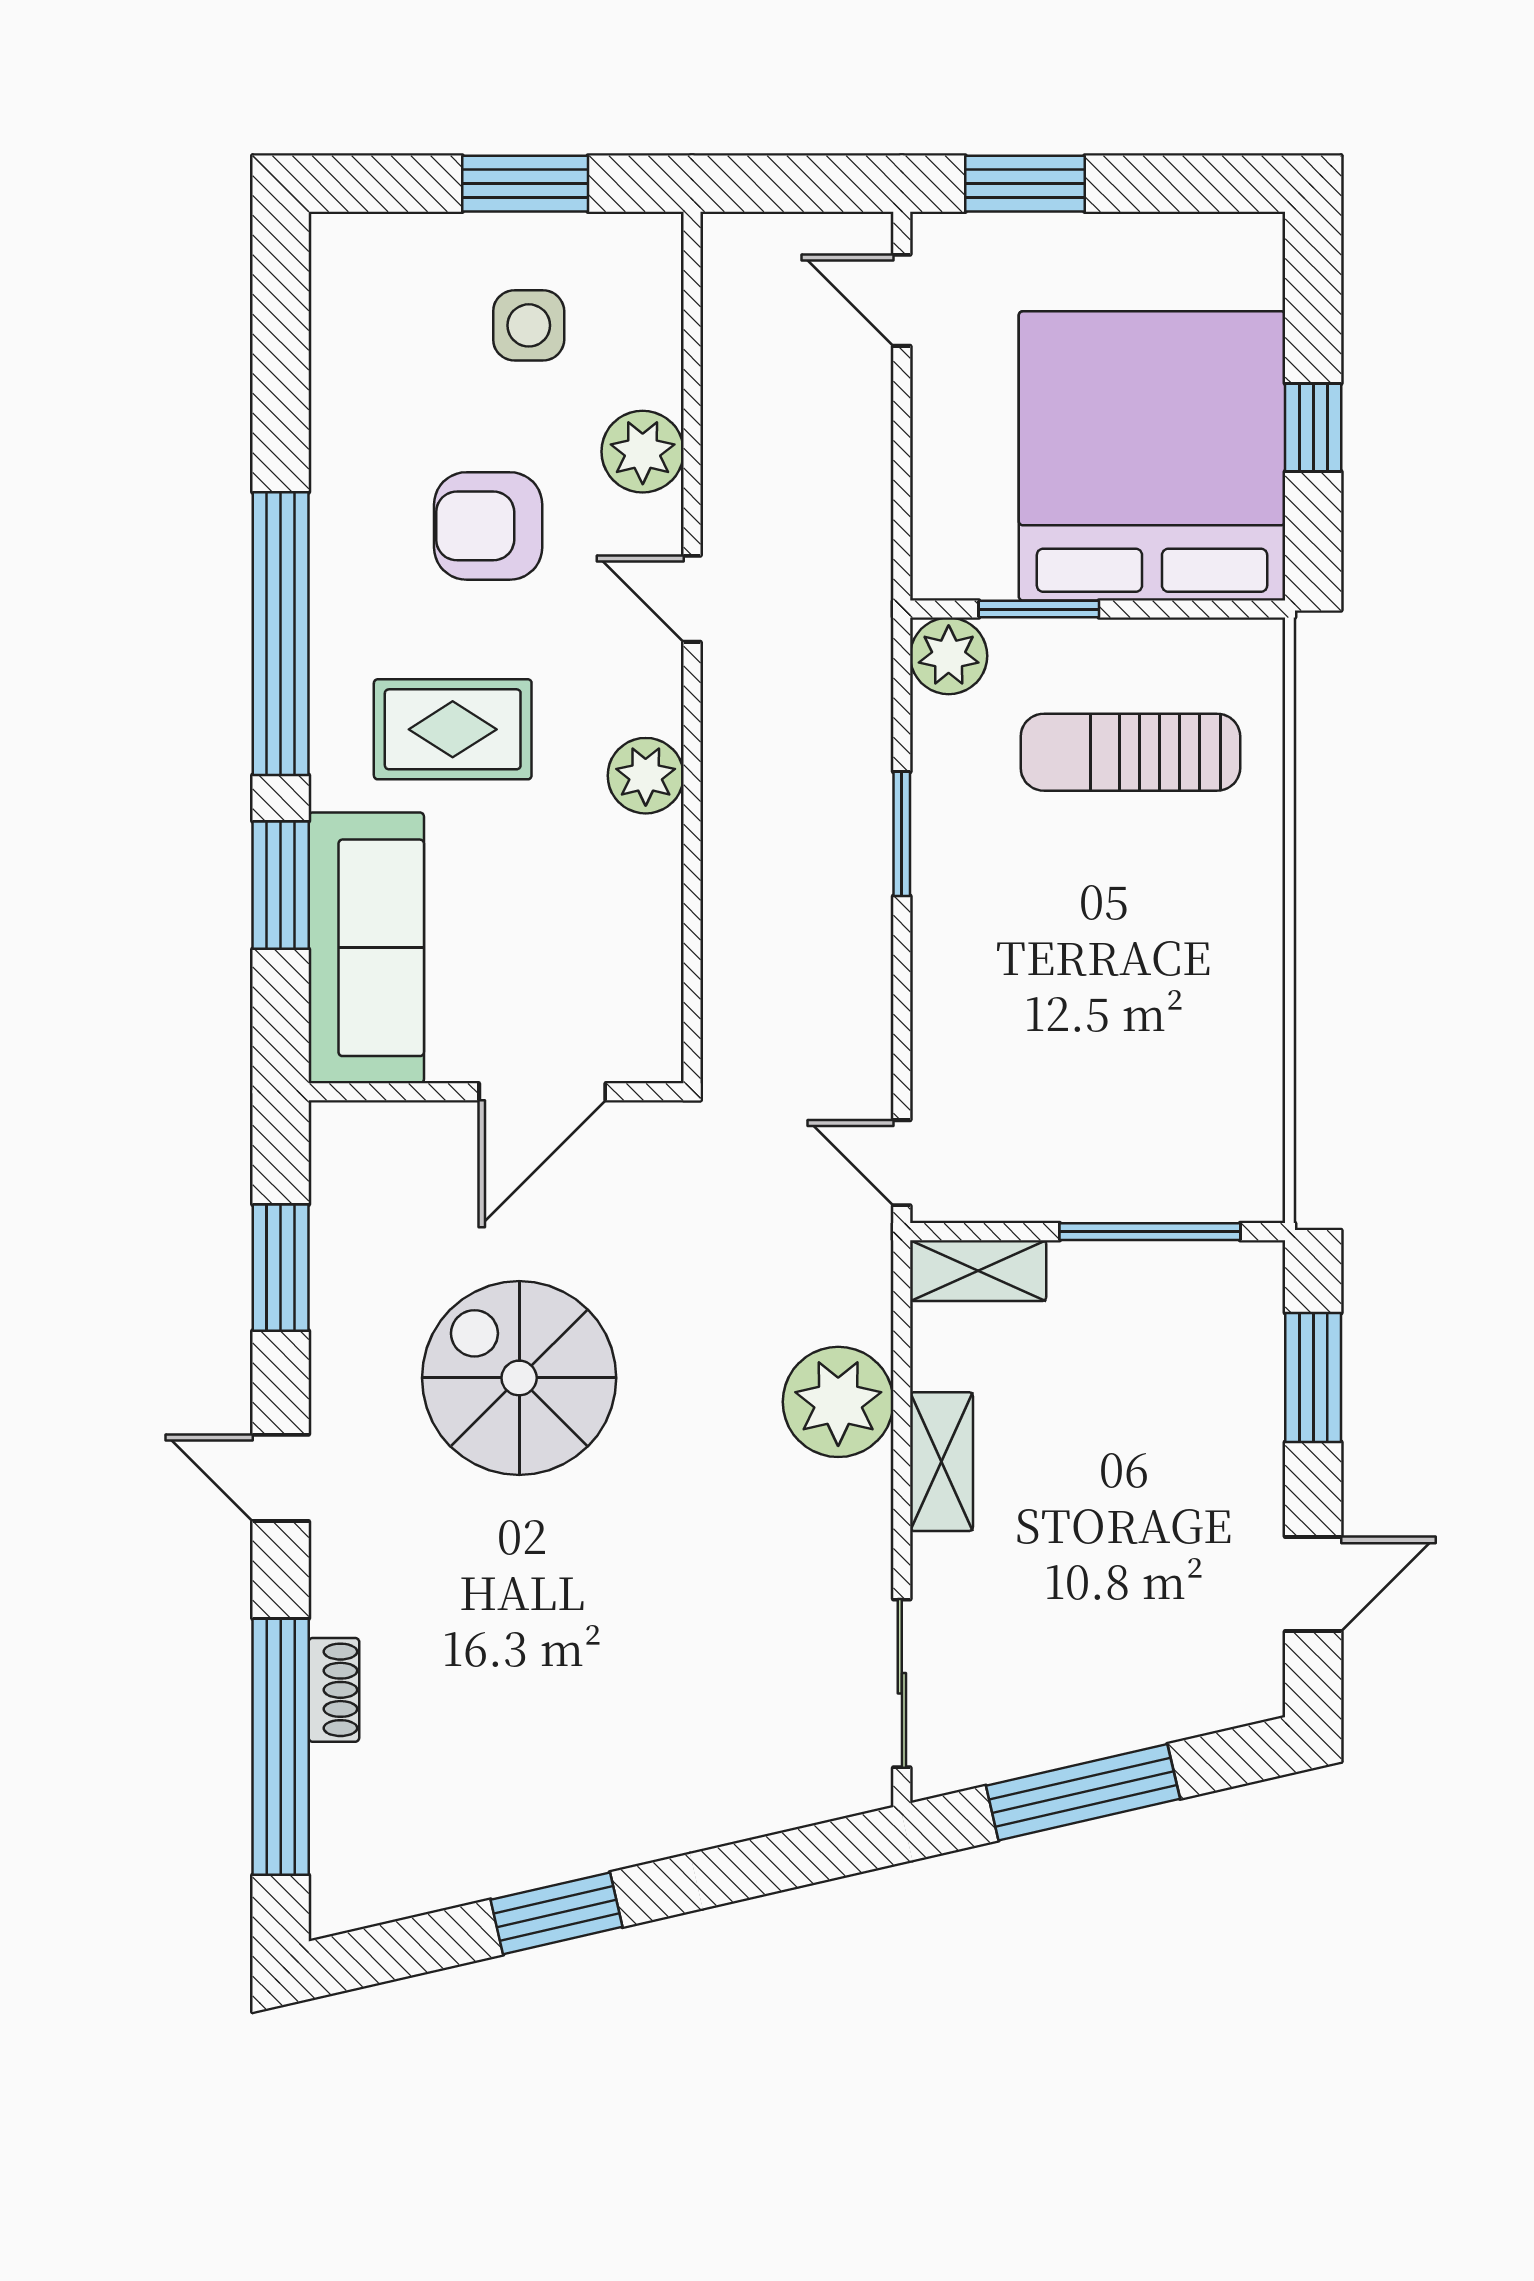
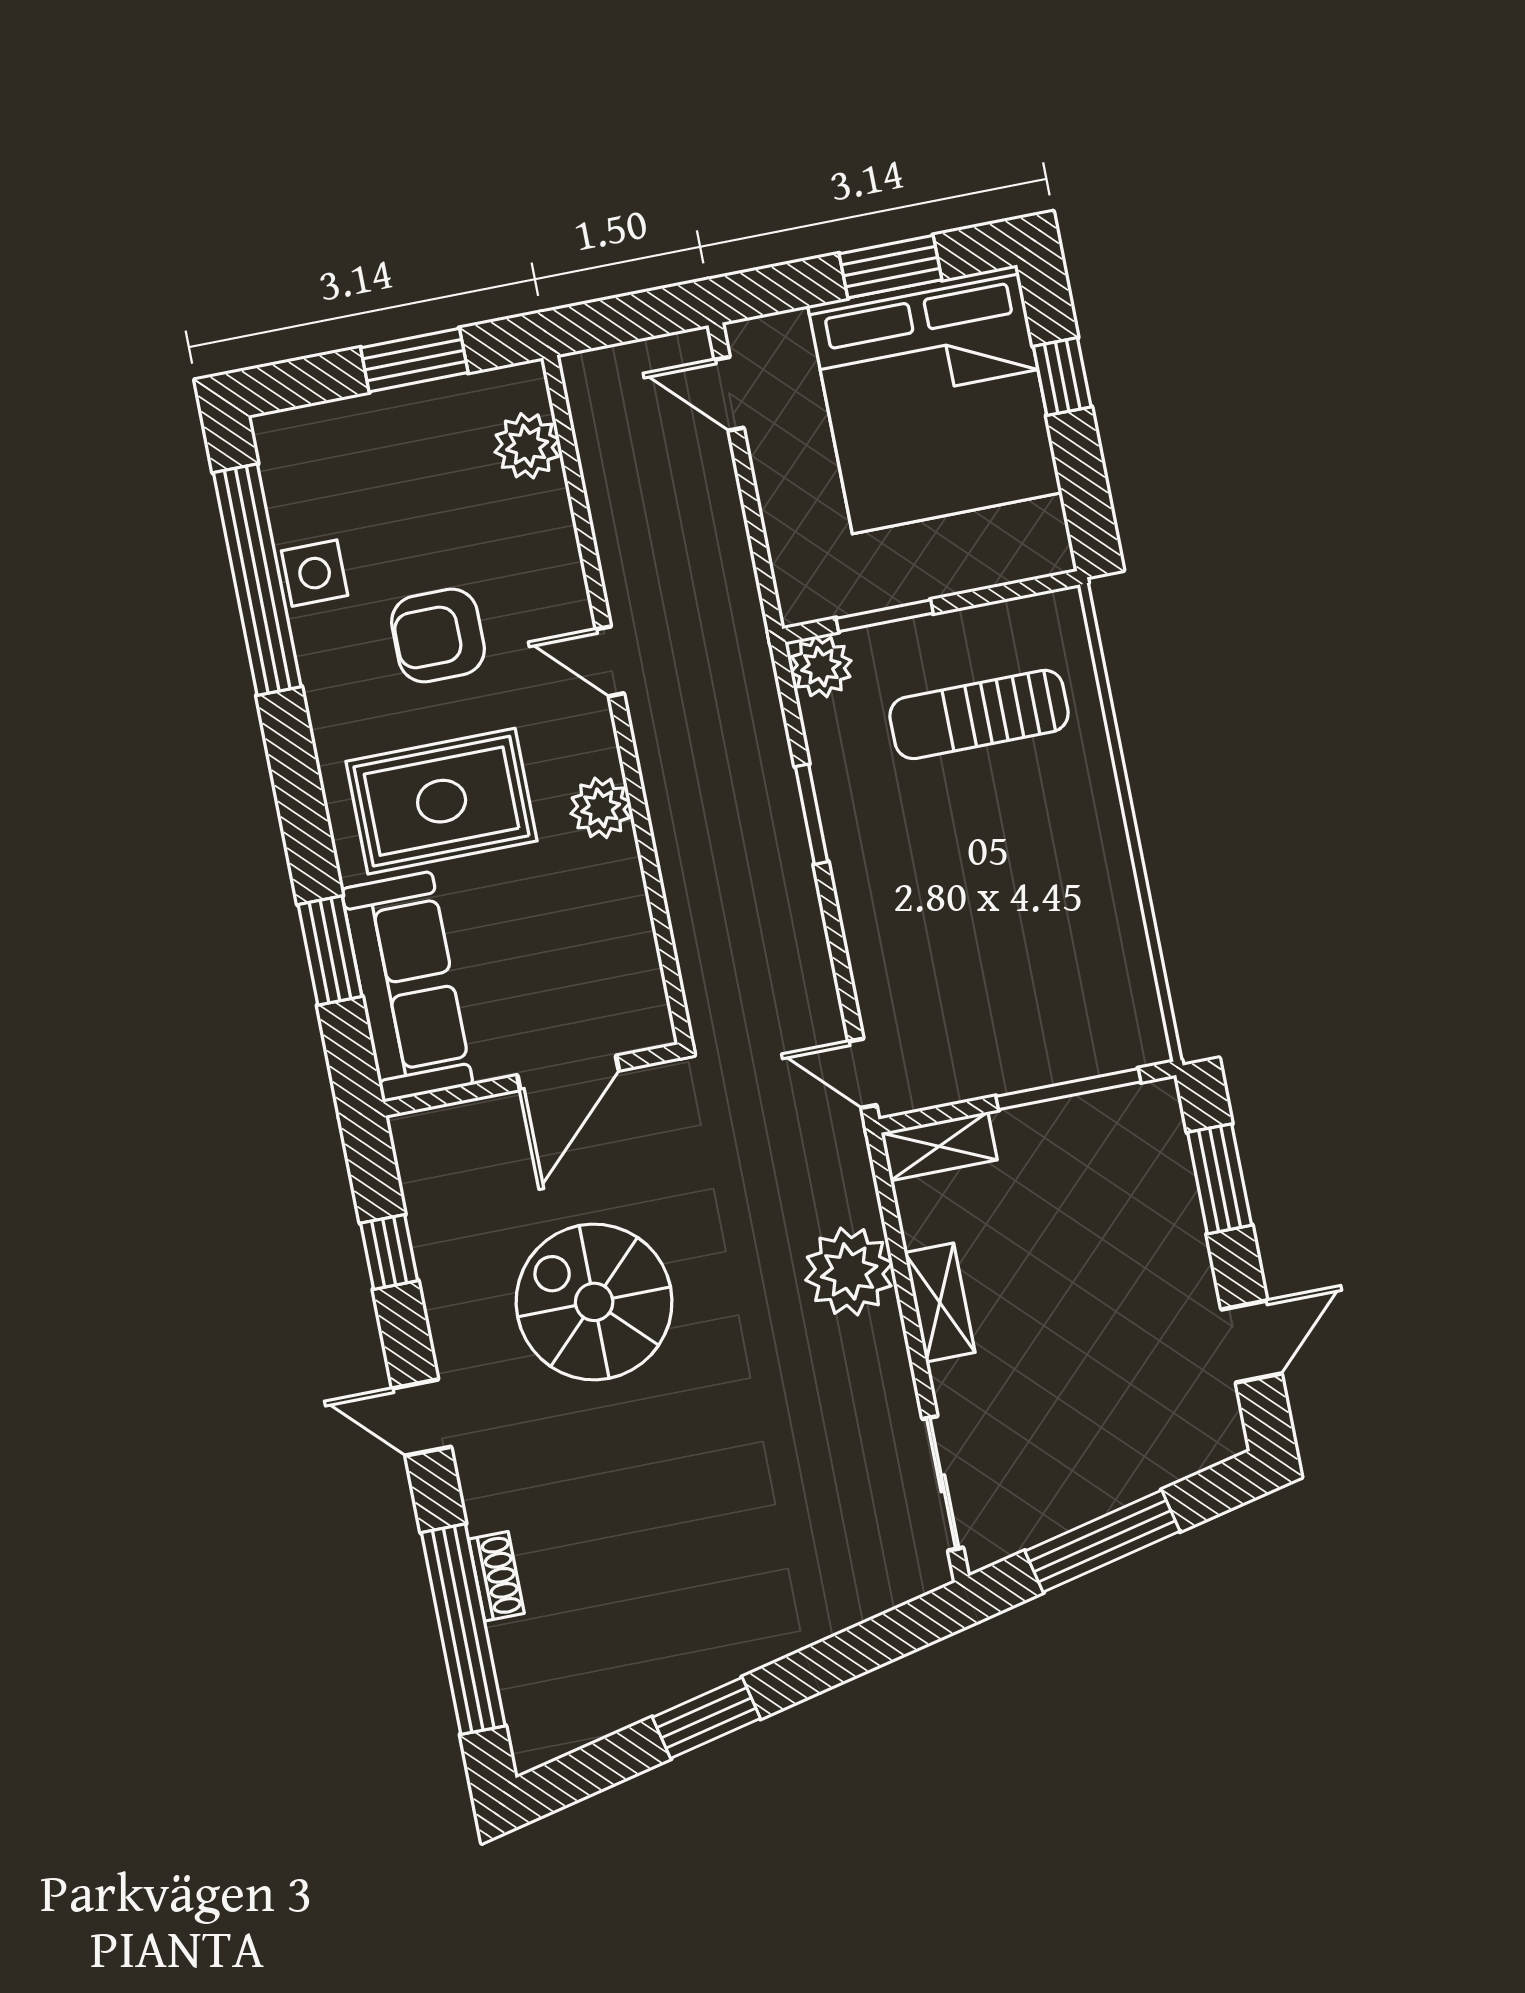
window: (1025, 184) -> (890, 267), moved
side table: (529, 325) -> (315, 573), moved
window: (1313, 428) -> (1062, 377), moved
plant: (643, 452) -> (527, 446), moved
bed: (1152, 456) -> (935, 399), moved, turned 180
window: (281, 634) -> (257, 580), moved
rug: (453, 729) -> (442, 801), width x1.36, depth x1.43
window: (281, 1268) -> (389, 1252), width x0.67

